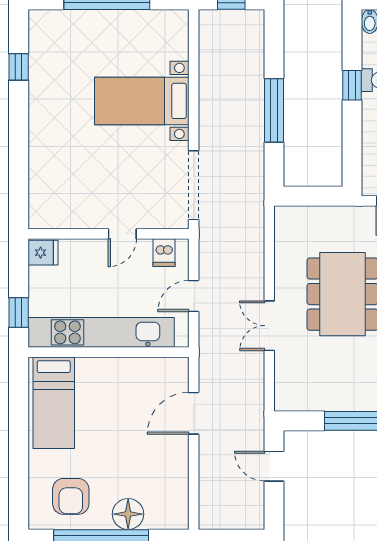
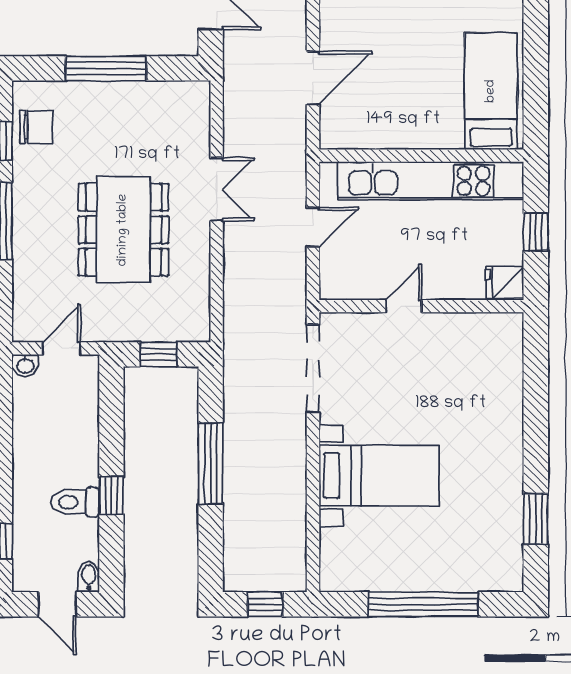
window: (19, 67) -> (536, 519), width x1.50
window: (315, 196) -> (159, 354), added
dishwasher: (164, 253) -> (351, 282), removed
window: (19, 312) -> (536, 232), moved

